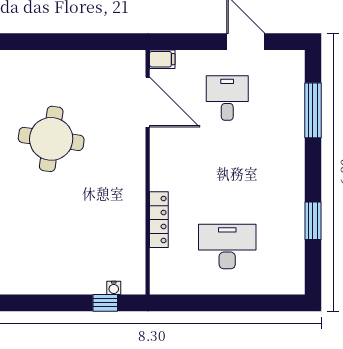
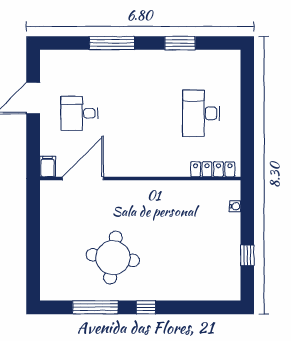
window: (313, 110) -> (112, 43), moved
locker: (159, 220) -> (213, 169), moved
window: (105, 303) -> (247, 255), moved

